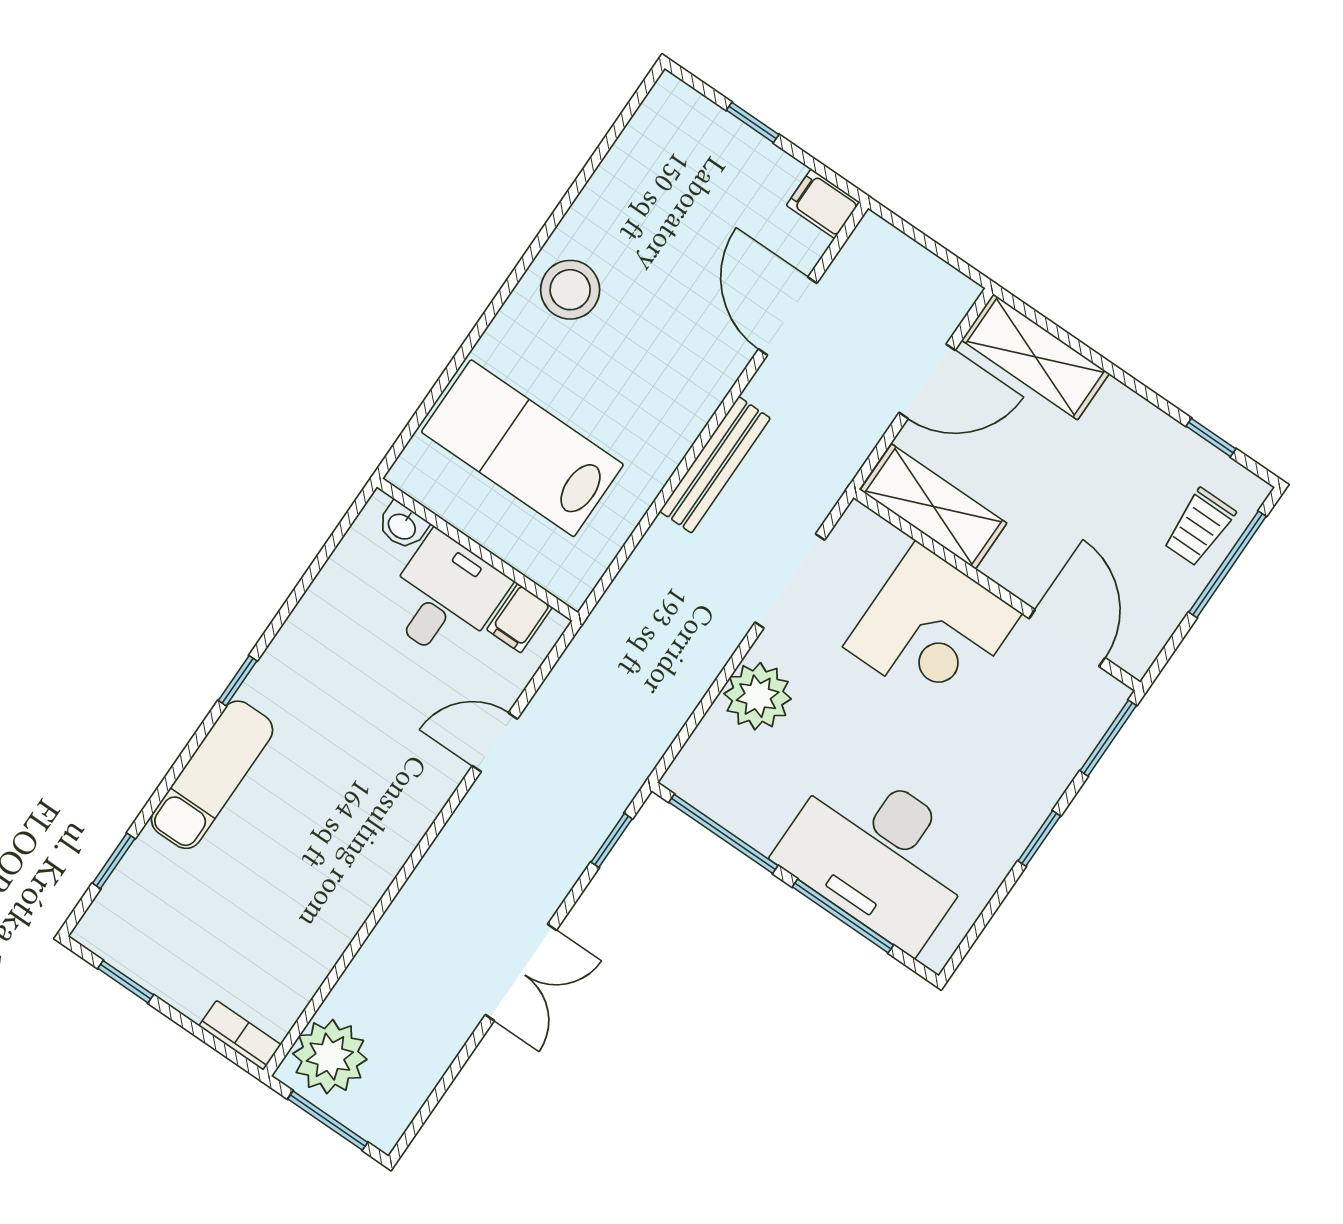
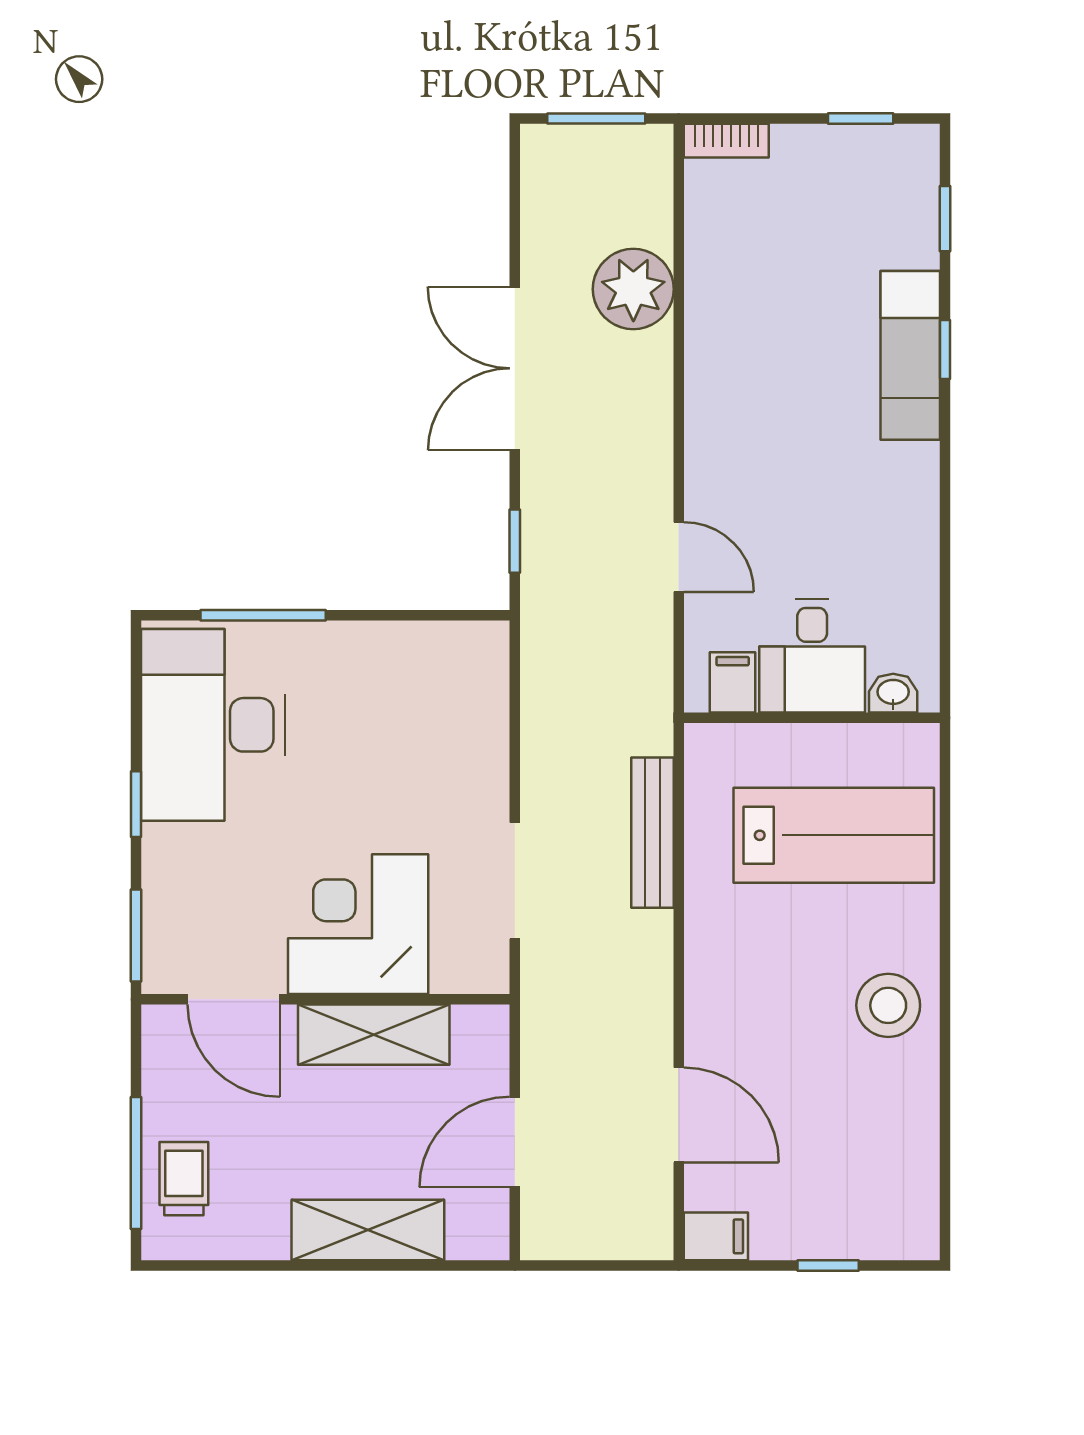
shelving: (1035, 357) -> (368, 1230), moved
window: (1211, 438) -> (228, 1266), removed
bench: (715, 465) -> (652, 833), moved
shelving: (933, 506) -> (374, 1035), moved
window: (238, 681) -> (945, 350), moved
plant: (758, 696) -> (473, 759), removed
door: (495, 742) -> (679, 557), hinge flipped
window: (723, 834) -> (419, 615), removed
desk: (879, 854) -> (213, 725), moved, turned -90
double door: (521, 972) -> (515, 368), width x1.37
plant: (330, 1057) -> (633, 289), moved

